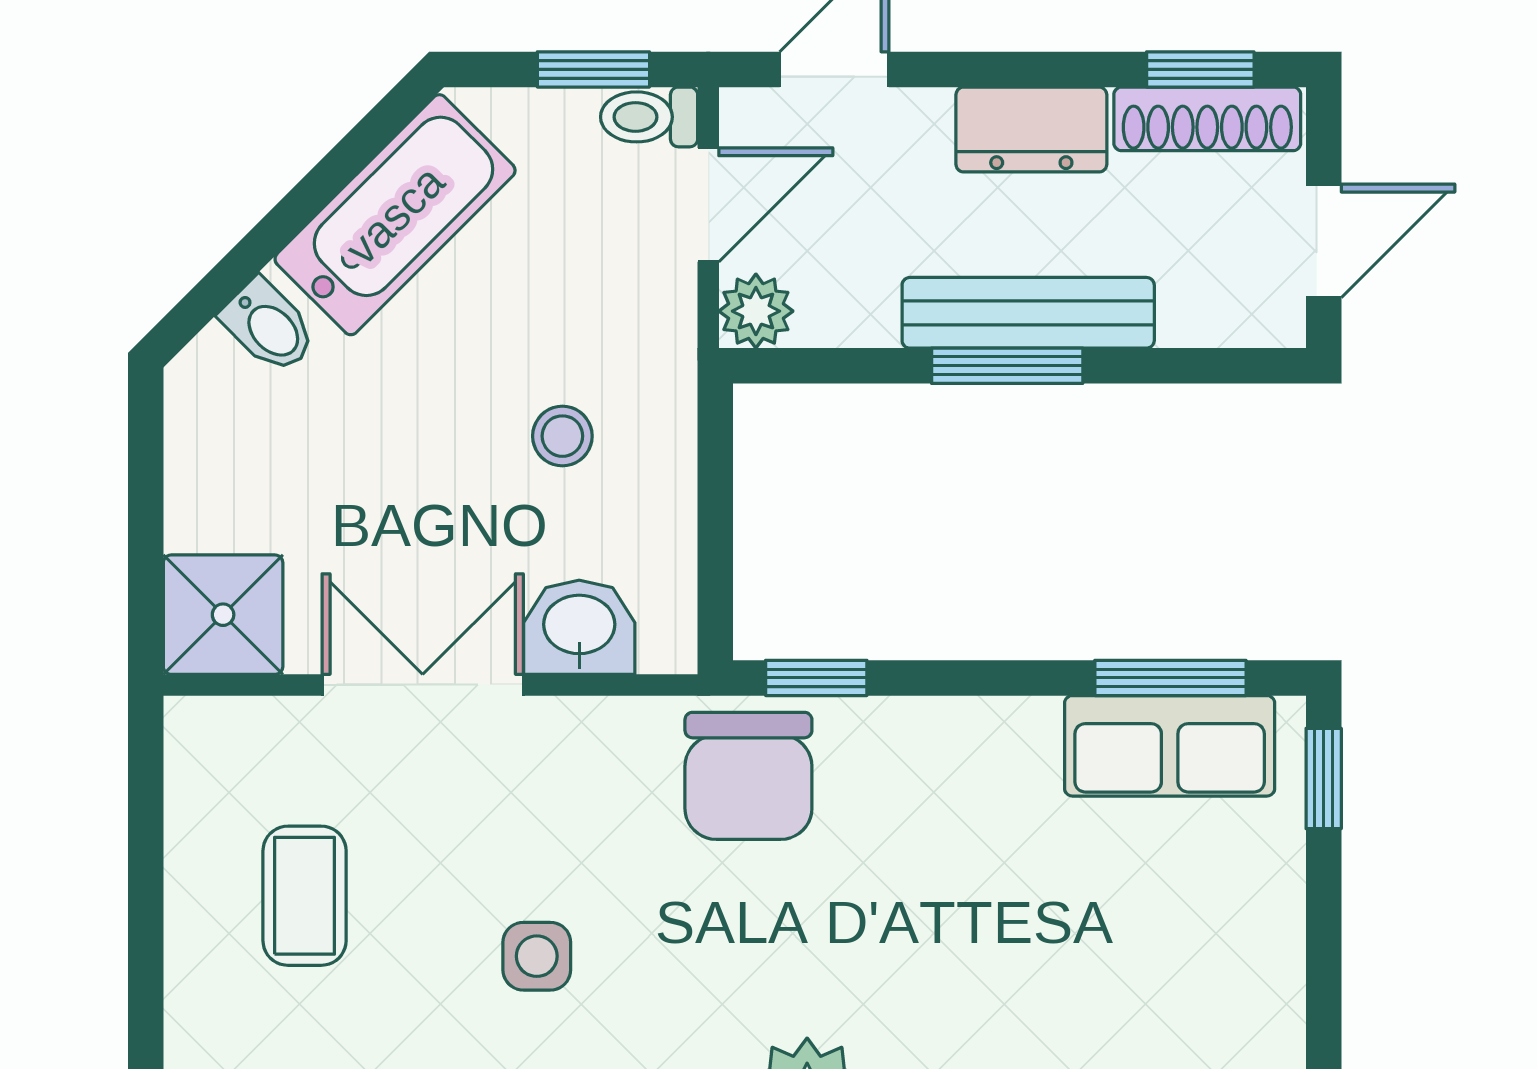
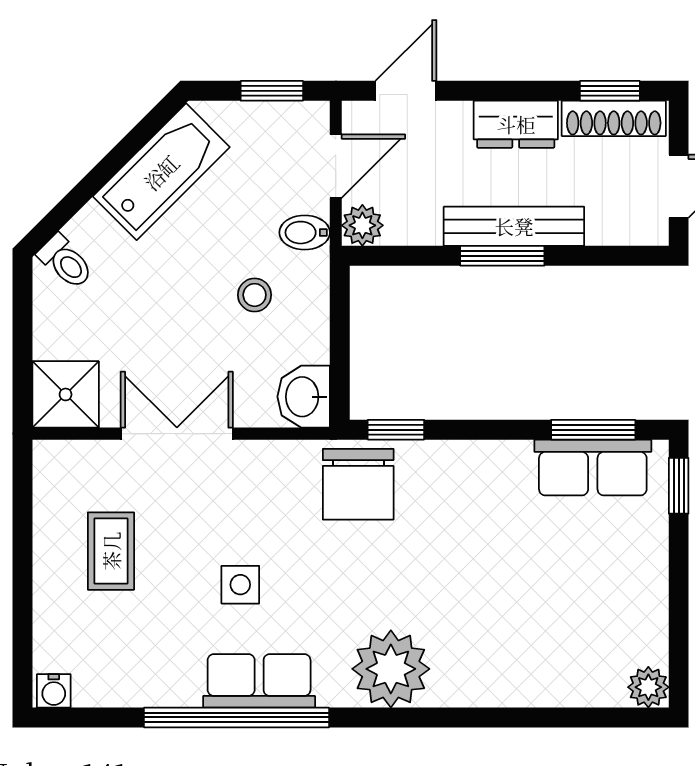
toilet: (649, 117) -> (66, 262), moved, turned -135
bidet: (269, 326) -> (305, 233), moved, turned 135
washbasin: (579, 627) -> (304, 397), moved, turned -90

